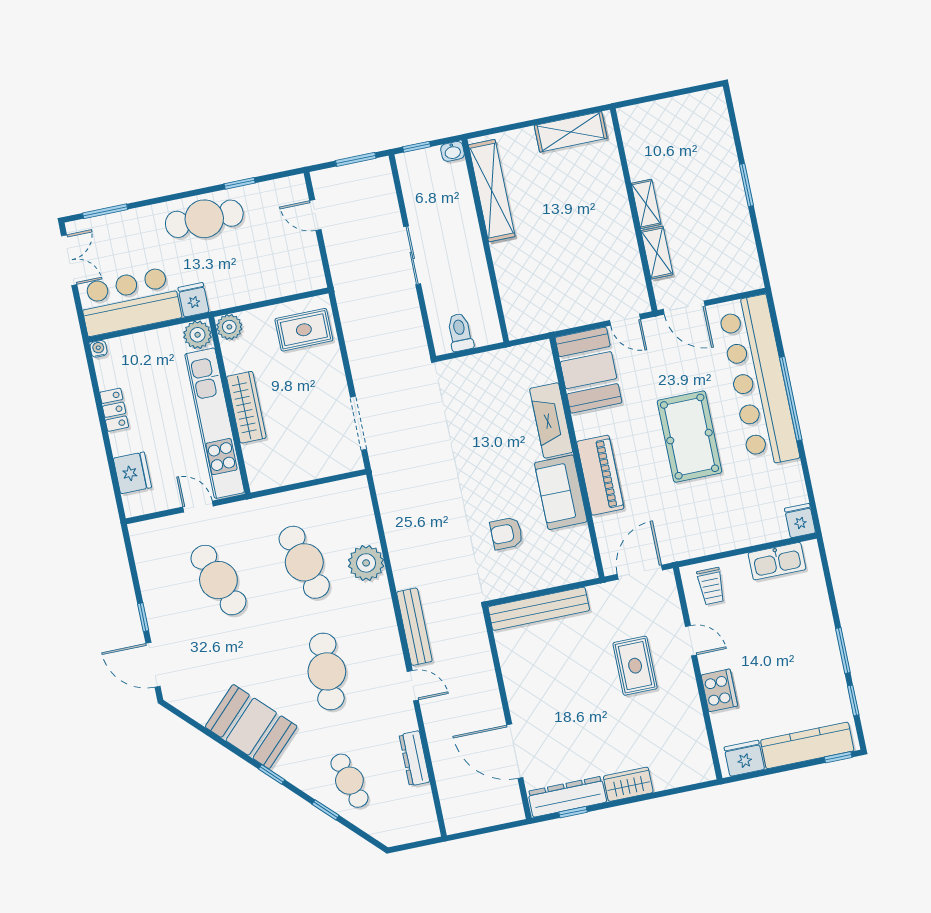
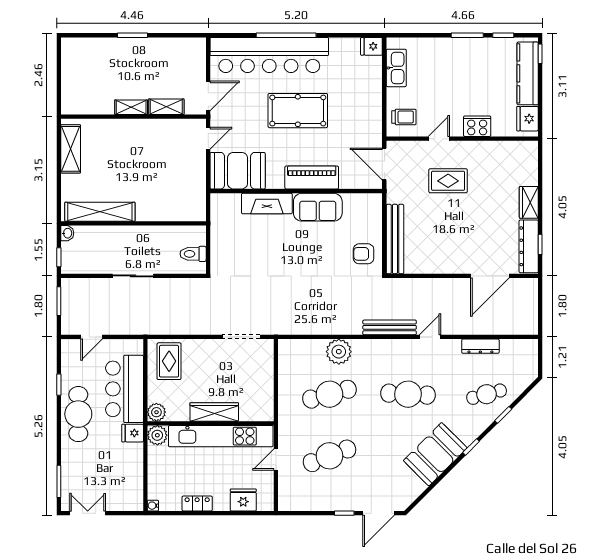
bar counter: (130, 301) -> (125, 389), moved
armchair: (506, 533) -> (364, 254), moved, turned 90

